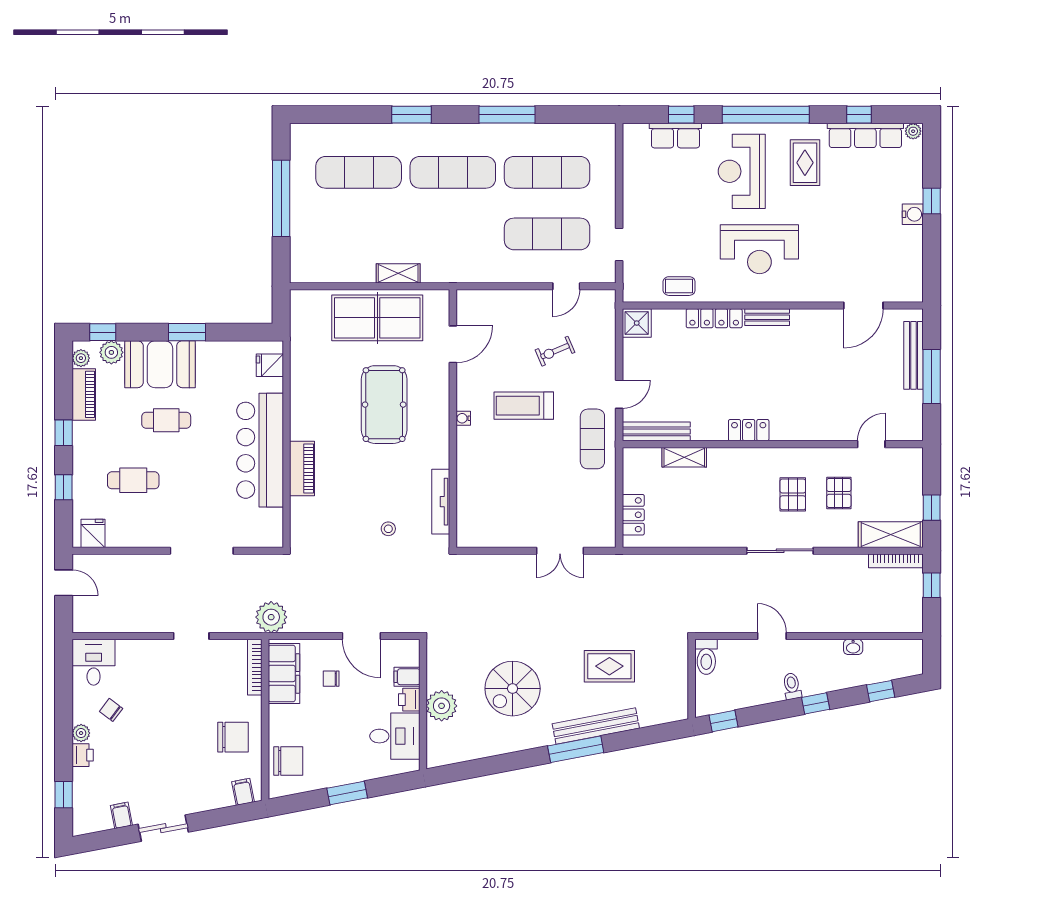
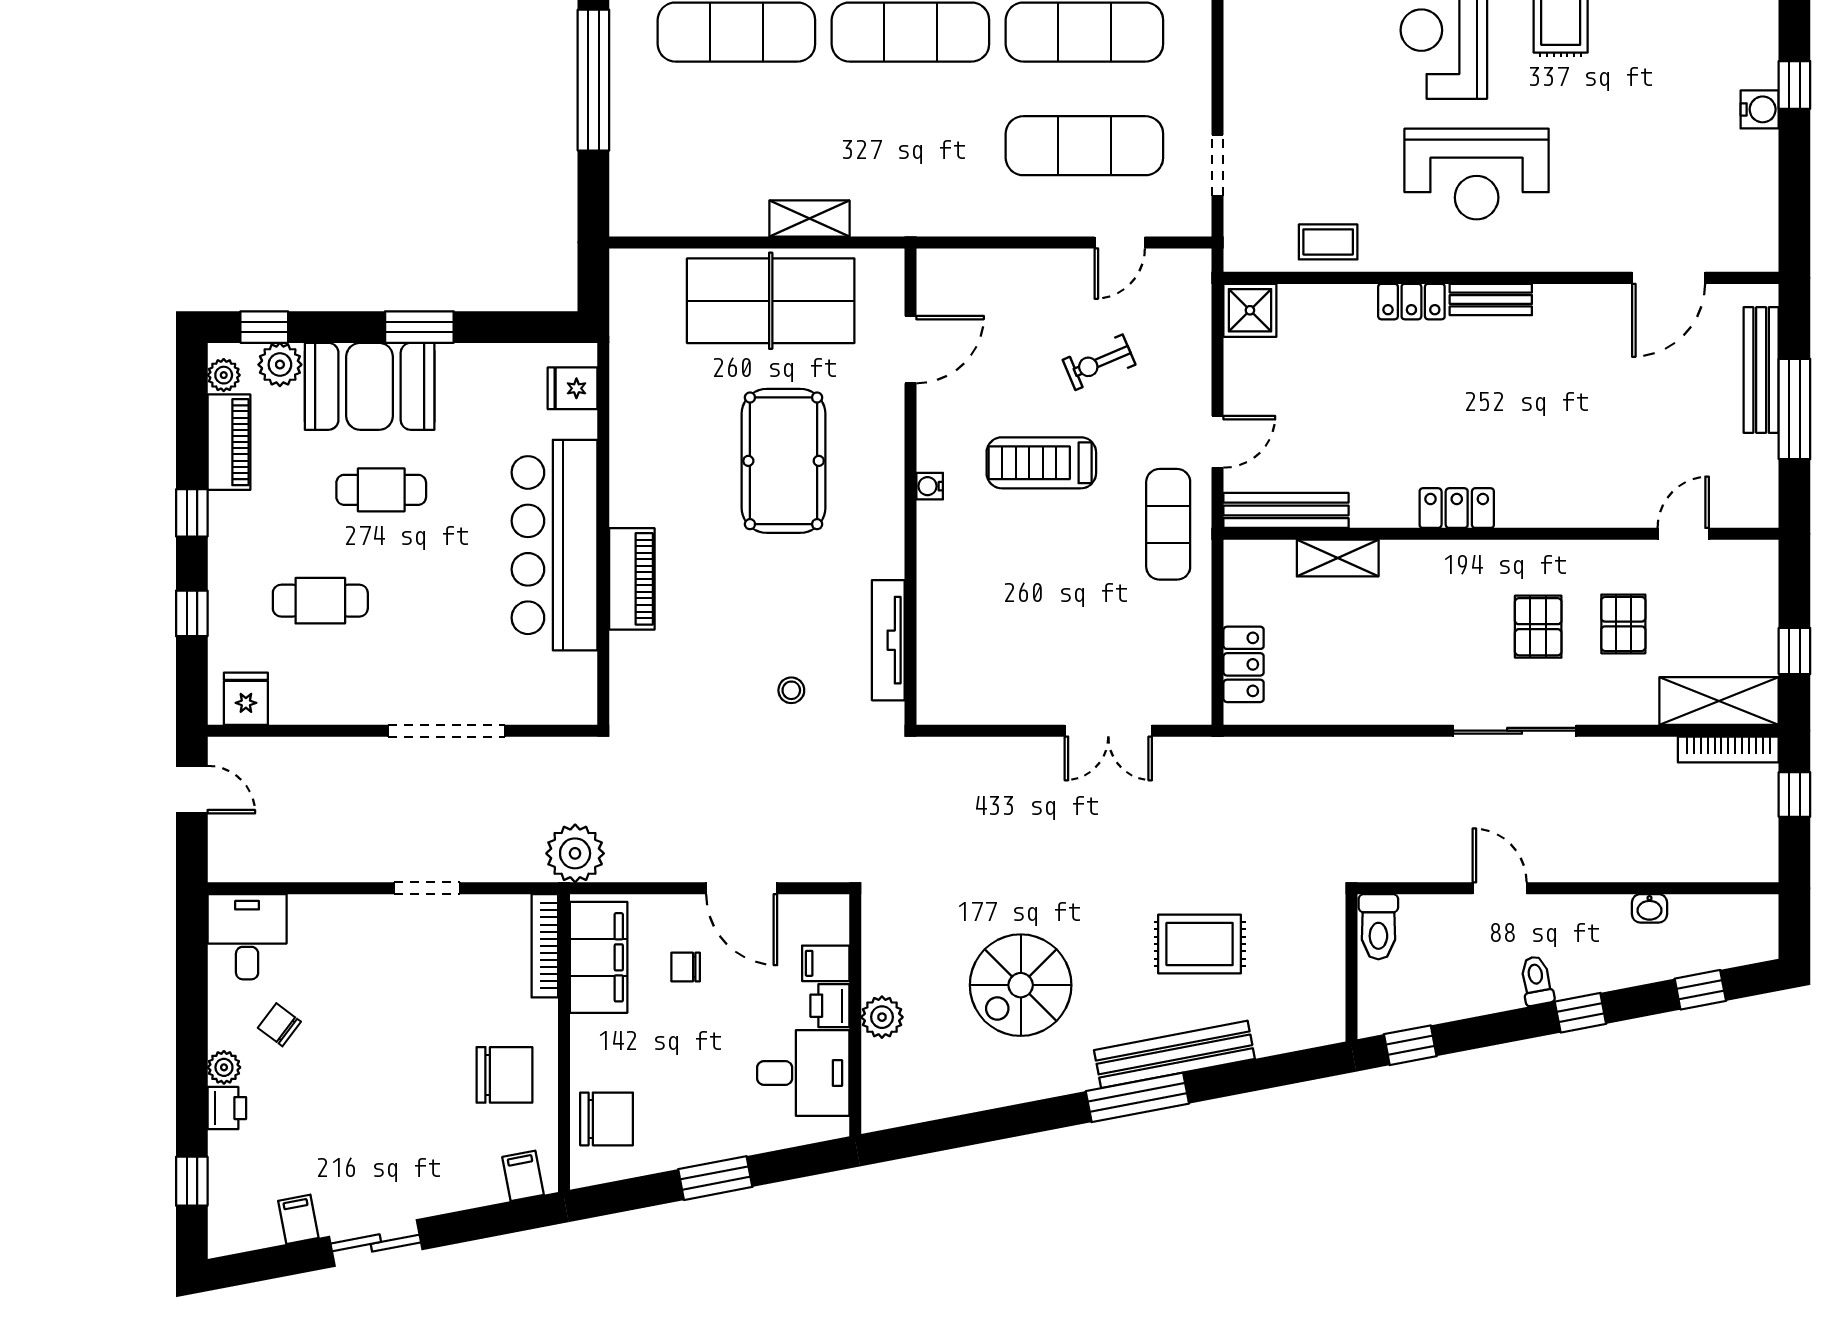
locker: (714, 318) -> (1411, 302), width x0.66
plant: (442, 706) -> (882, 1017), width x0.73, depth x0.73

